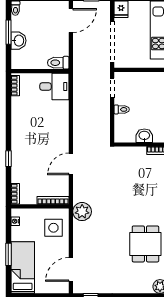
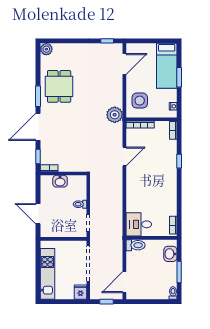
washbasin: (18, 41) -> (170, 254), moved

